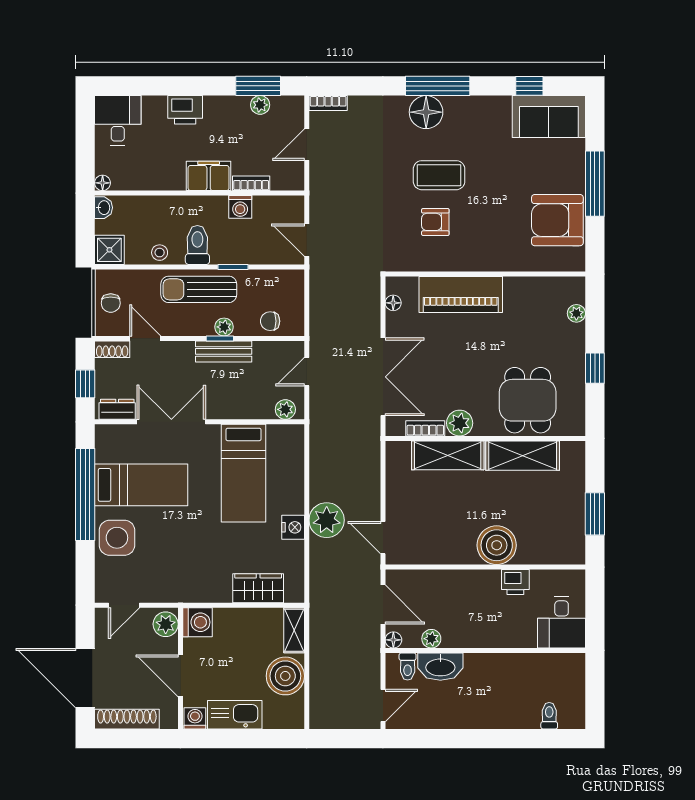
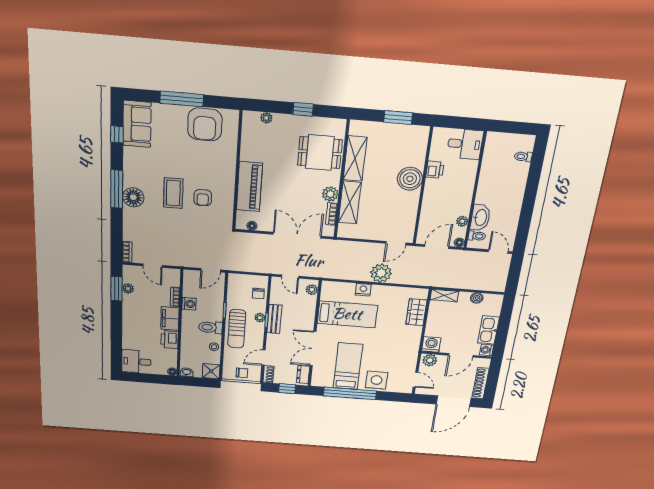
printer: (185, 110) -> (170, 340), moved, turned 180
nightstand: (293, 527) -> (363, 290), moved
boiler: (285, 676) -> (477, 298), width x0.54, depth x0.54

